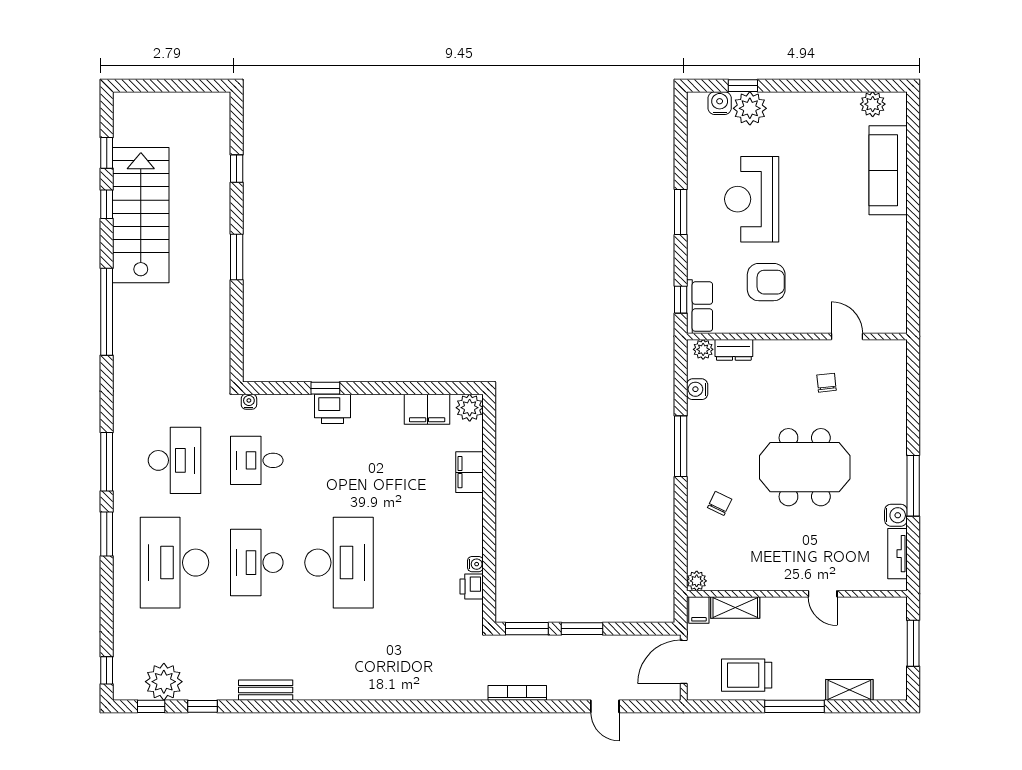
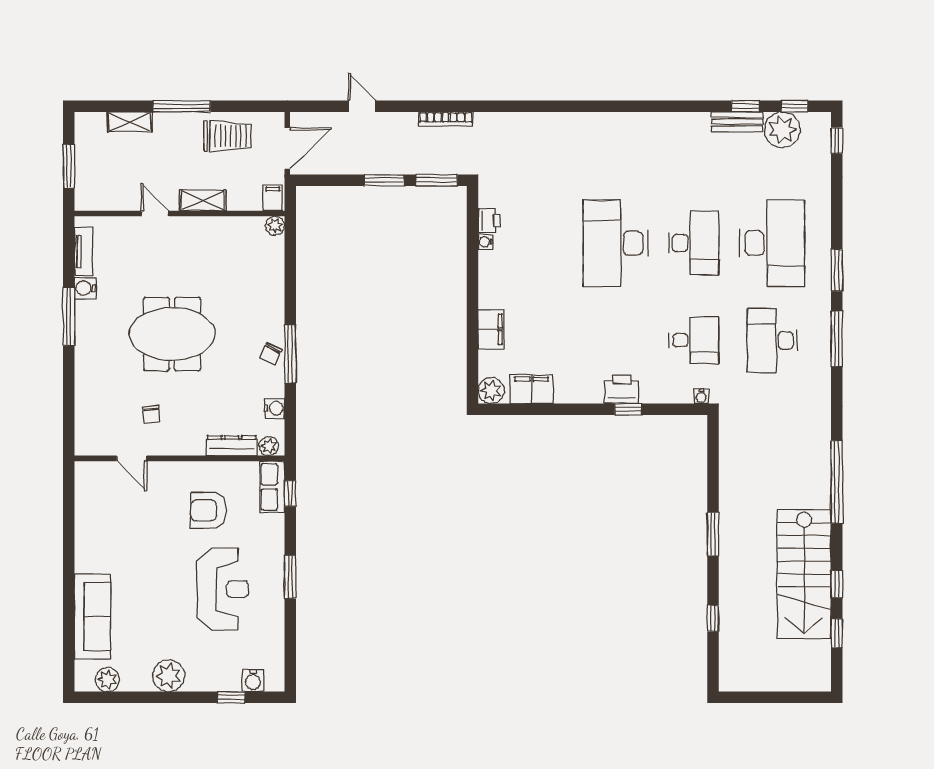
plant: (750, 108) -> (169, 676), moved
dresser: (734, 350) -> (232, 446), width x1.44
chair: (720, 503) -> (271, 354), moved
shelving: (735, 607) -> (203, 200), moved
bench: (266, 690) -> (737, 122), moved

